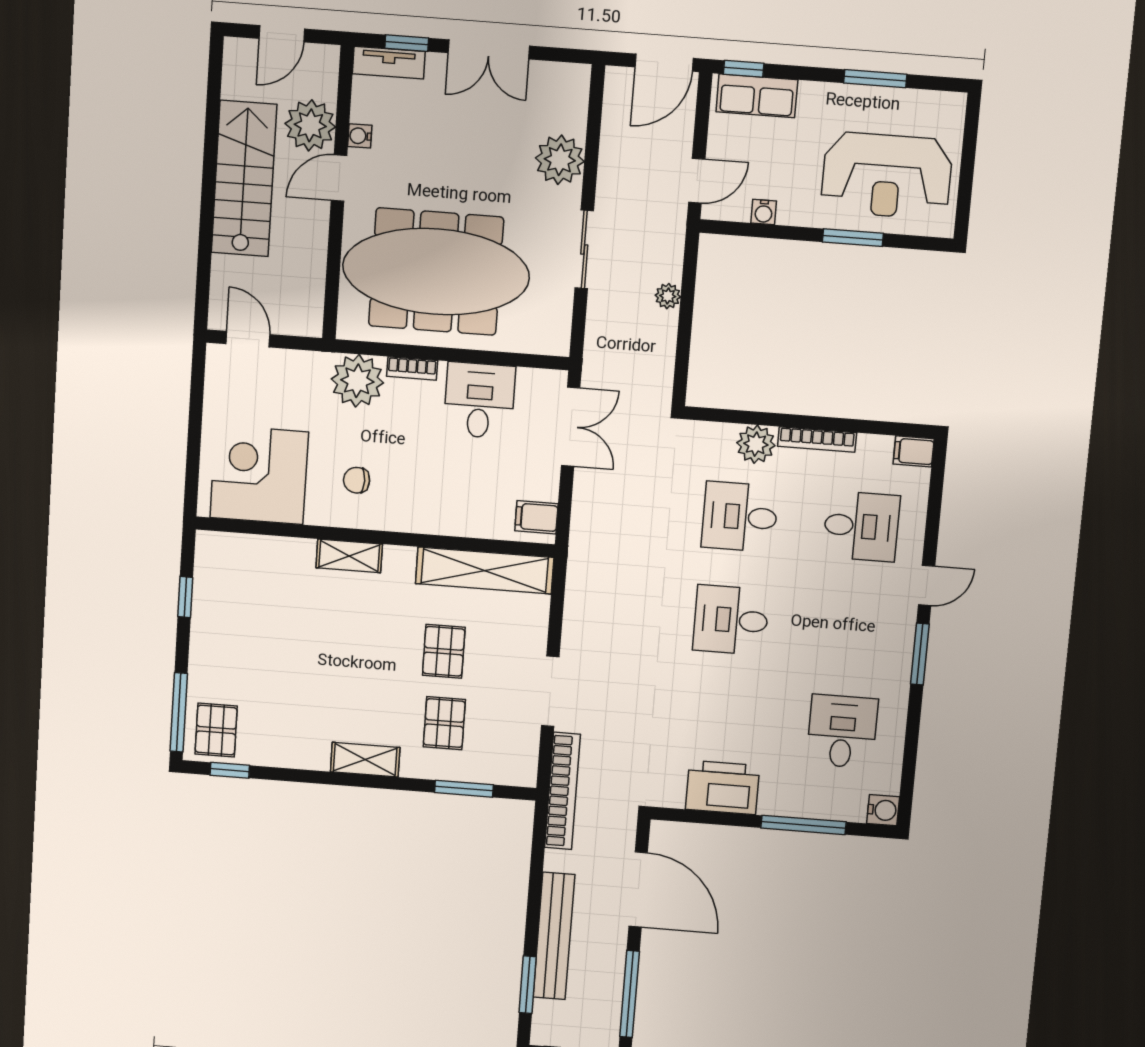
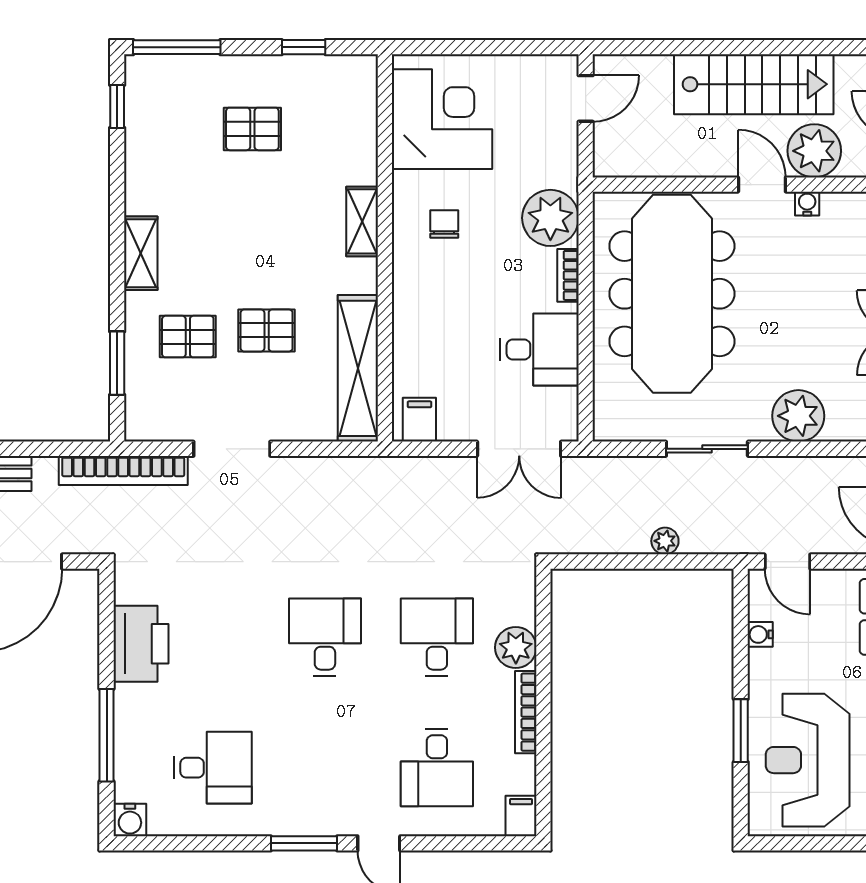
pallet: (216, 730) -> (252, 129), moved

